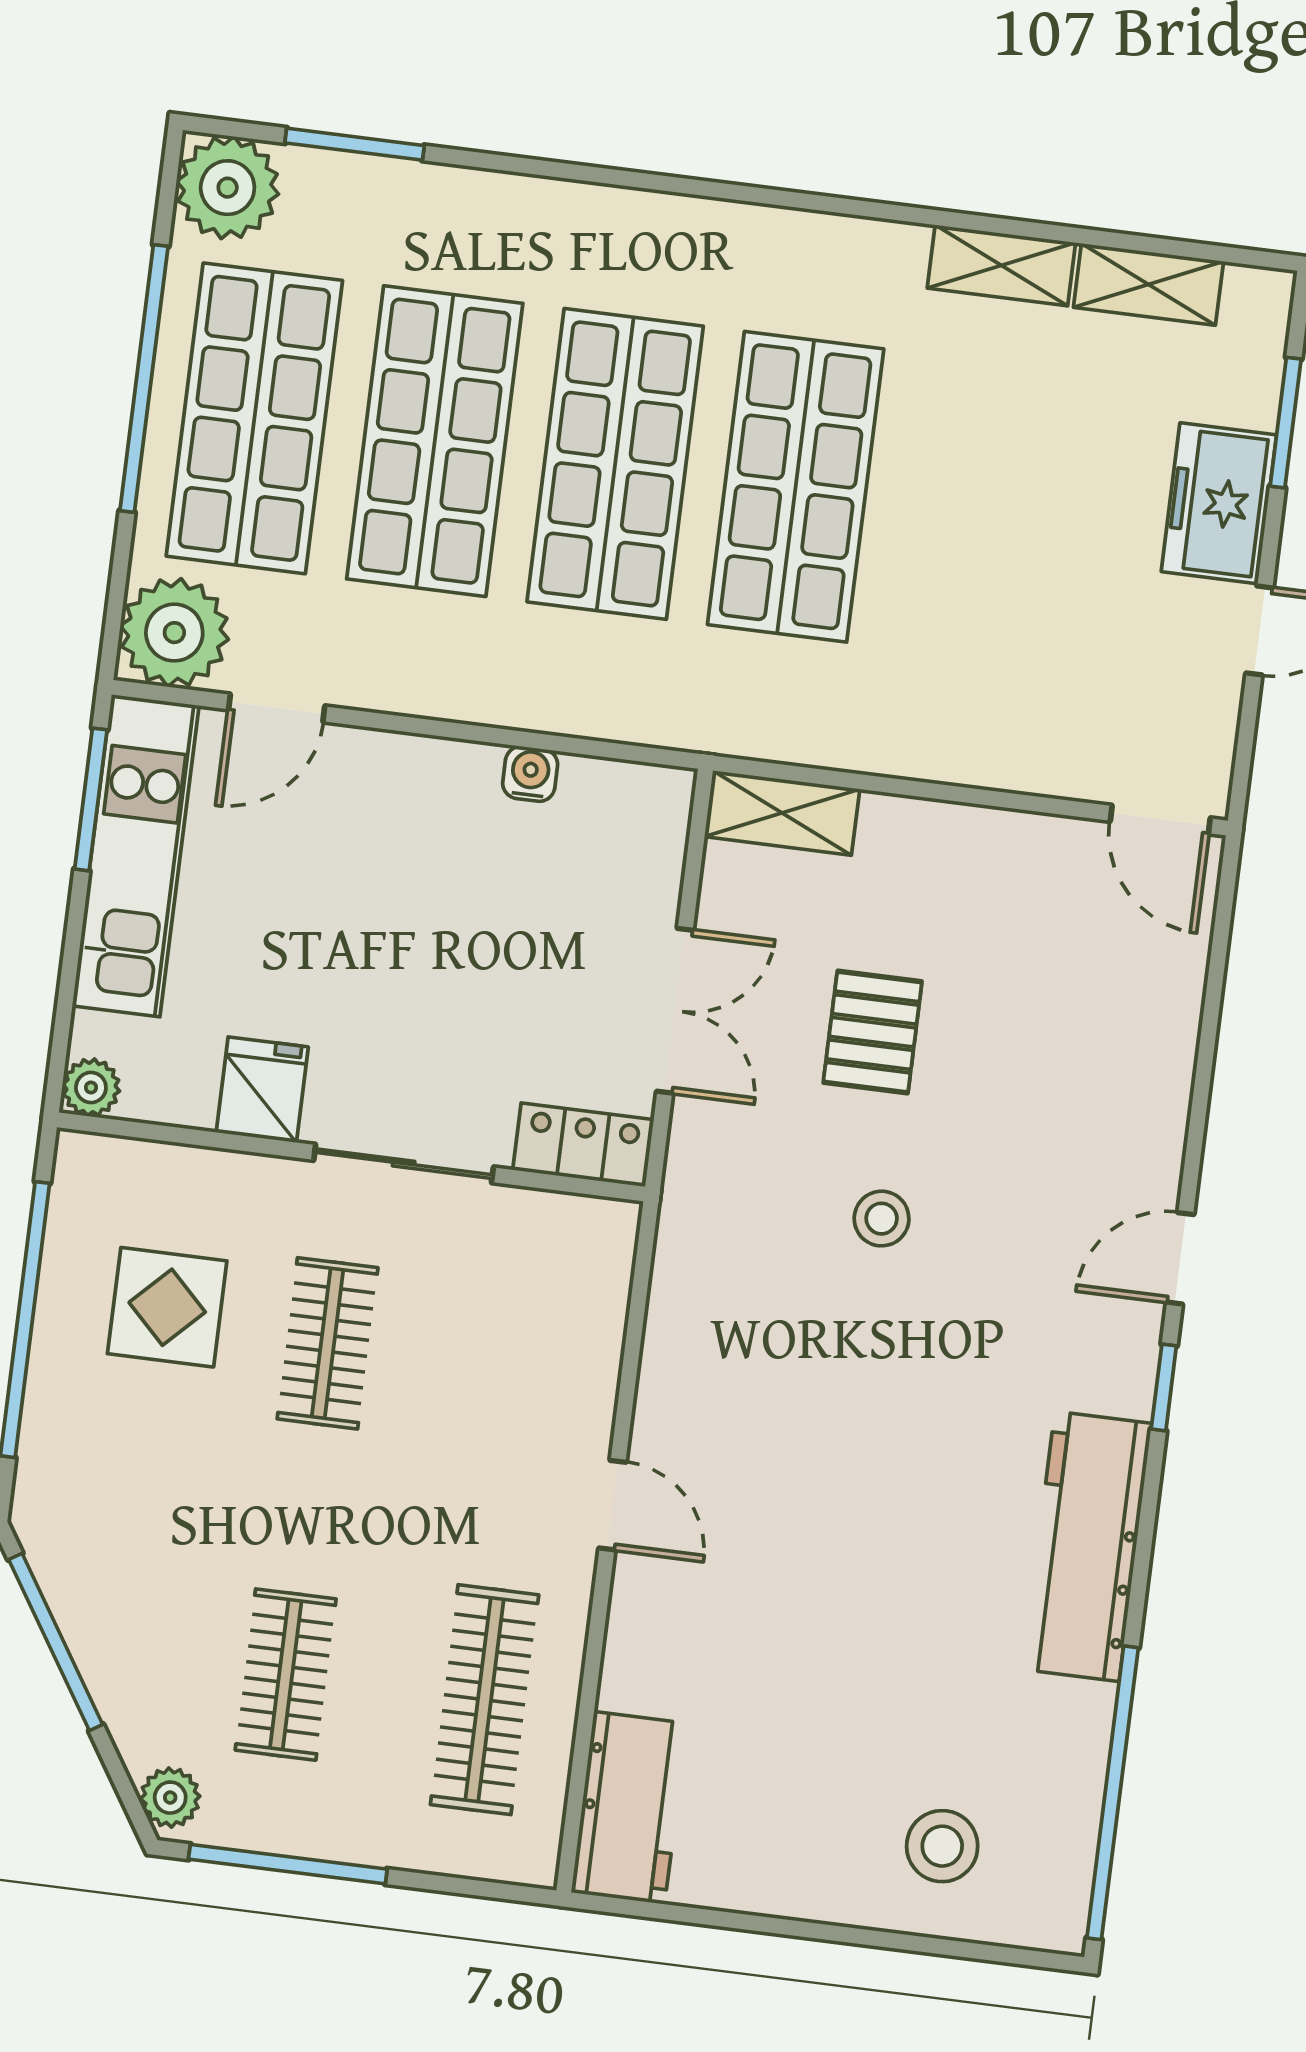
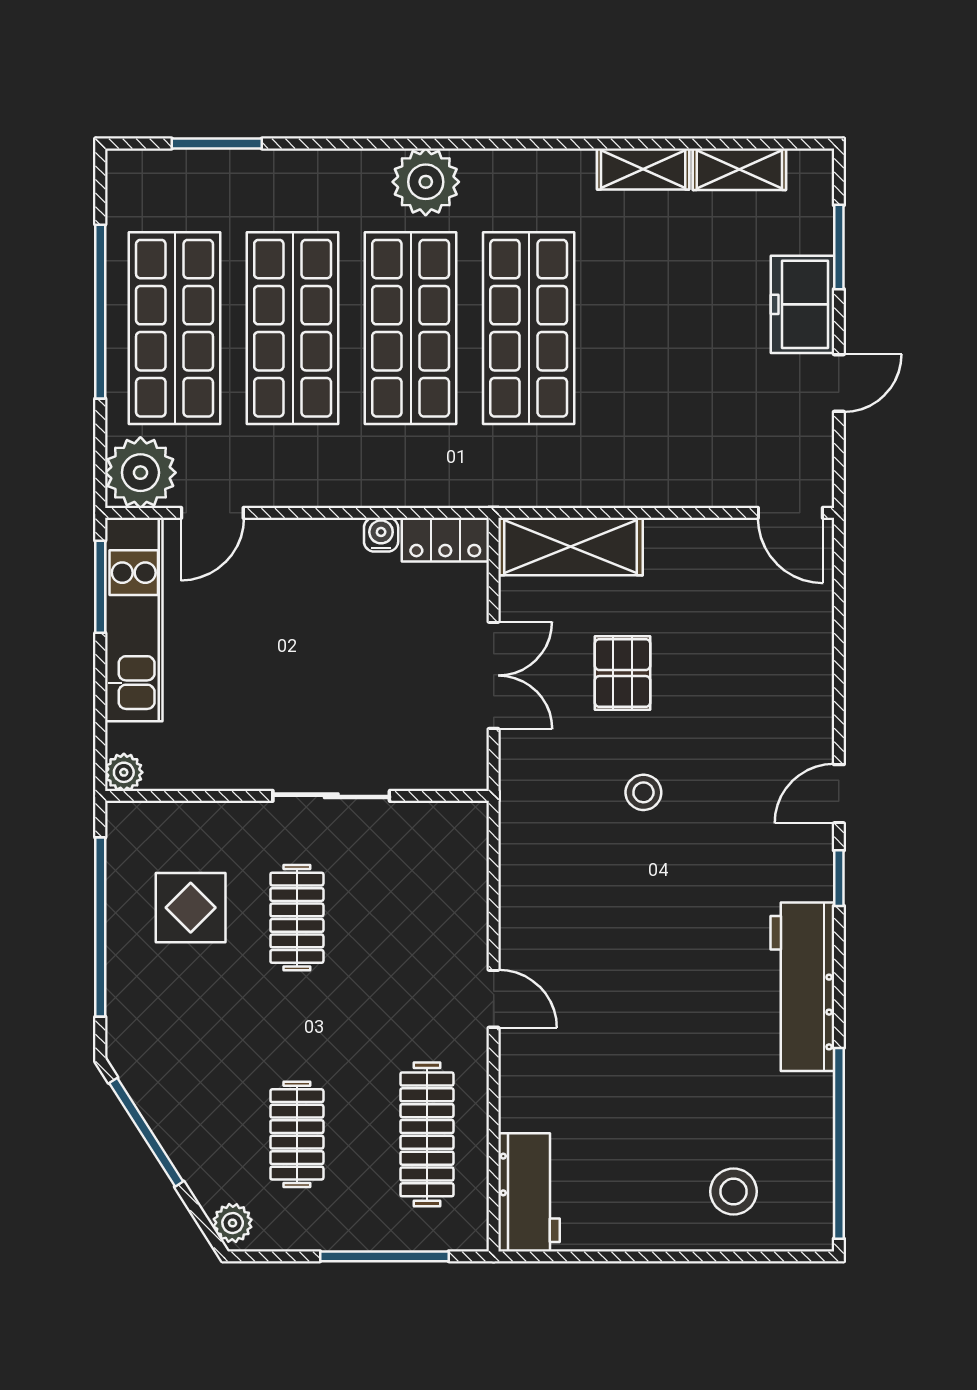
plant: (228, 188) -> (426, 182), moved
shelving: (782, 813) -> (570, 546), width x1.50, depth x1.33
fridge: (262, 1090) -> (234, 760), removed
locker: (583, 1145) -> (445, 540), moved, turned 180
window: (288, 1864) -> (384, 1256), moved

